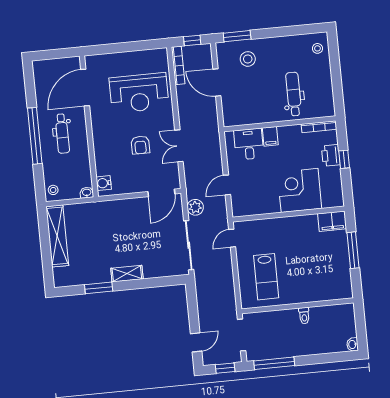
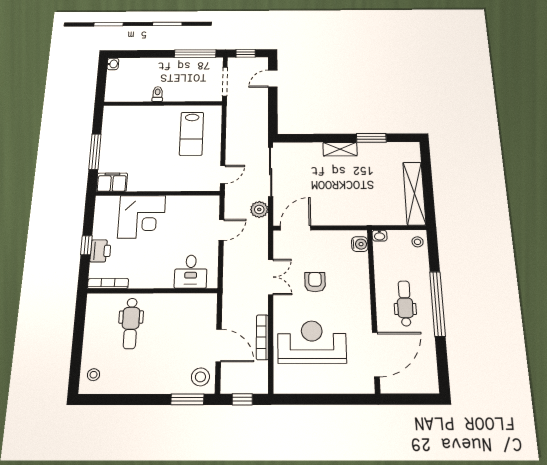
stool: (248, 59) -> (200, 377), moved
bookcase: (178, 65) -> (262, 337), moved
filing cabinet: (270, 136) -> (165, 278), removed
lab bench: (266, 277) -> (192, 134), turned 180

